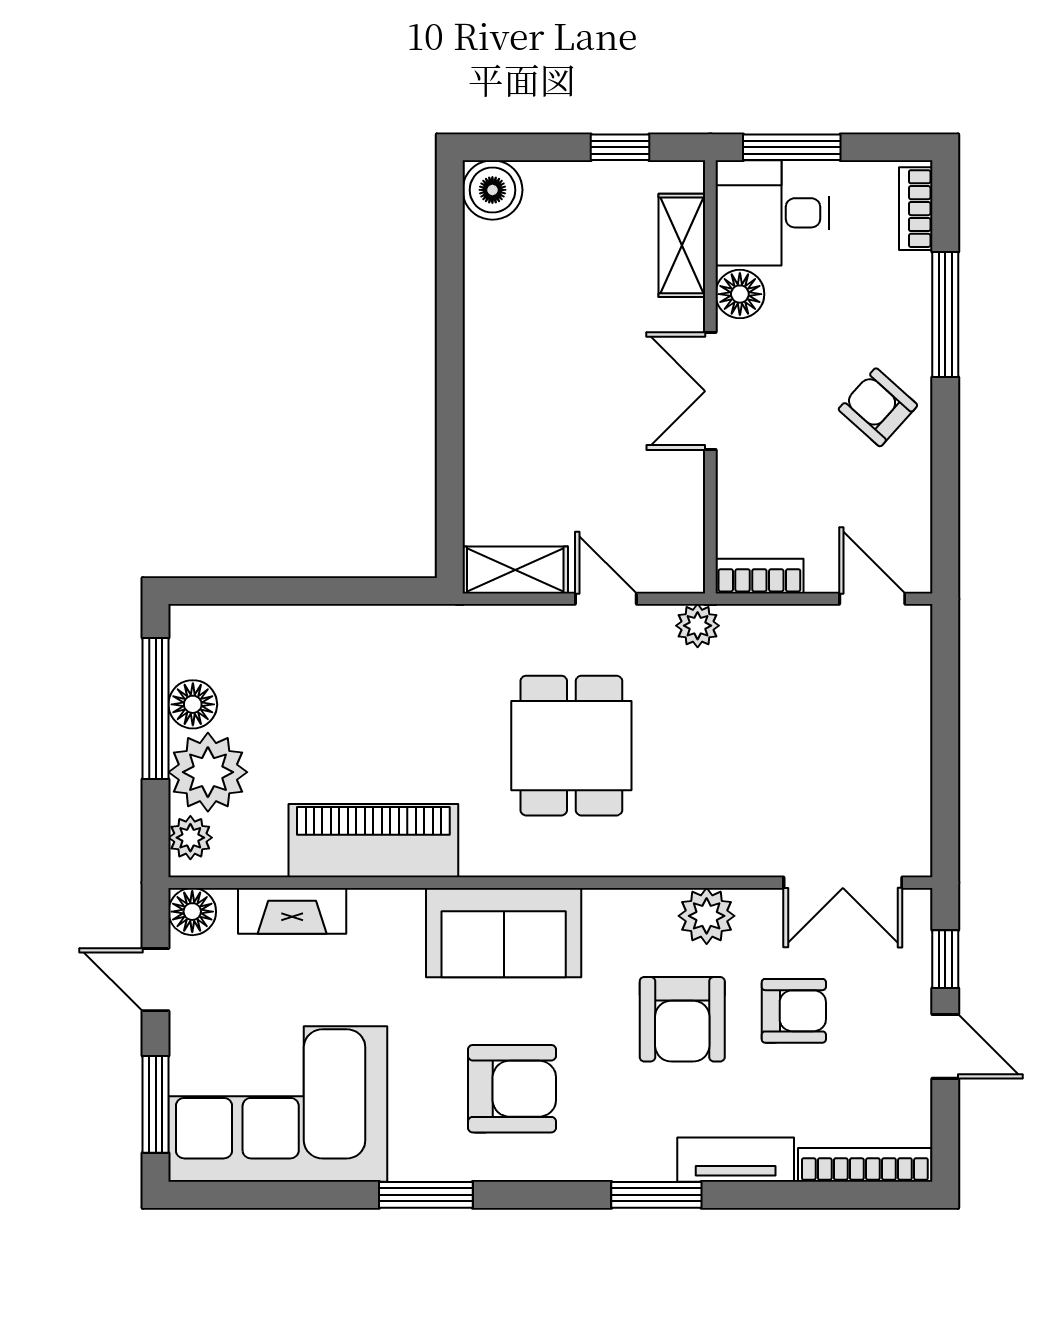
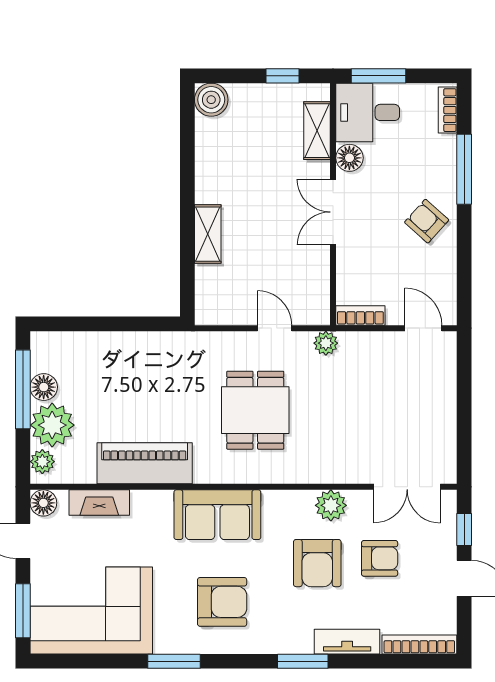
shelving: (515, 570) -> (208, 234), moved, turned 90

